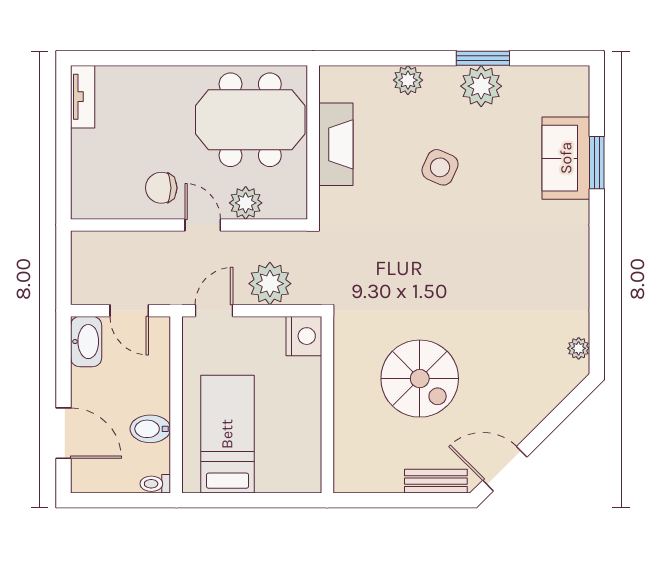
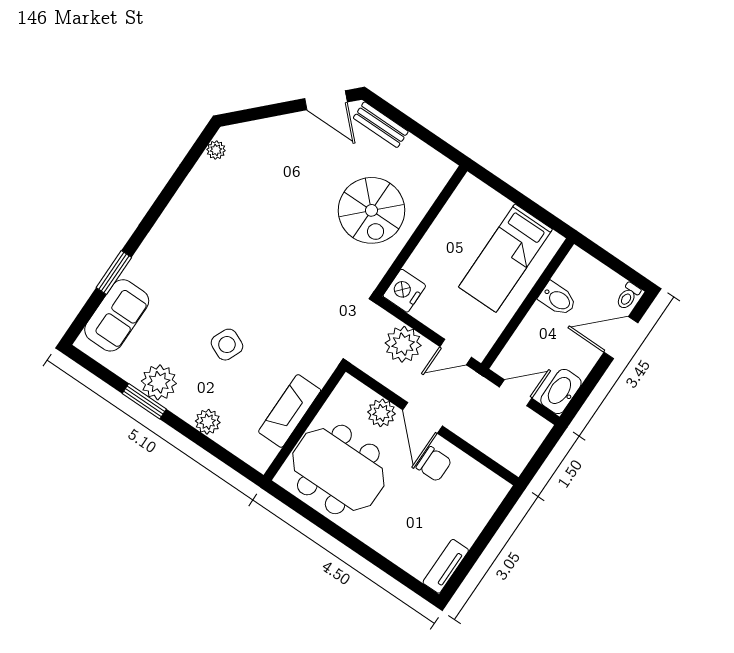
sofa: (566, 158) -> (117, 315), moved
door: (203, 225) -> (423, 418), width x1.38
door: (129, 311) -> (516, 393), hinge flipped
spiral stairs: (420, 379) -> (371, 210), moved, turned 180
door: (64, 433) -> (621, 338), hinge flipped
toilet: (155, 484) -> (628, 296), moved, turned 90

